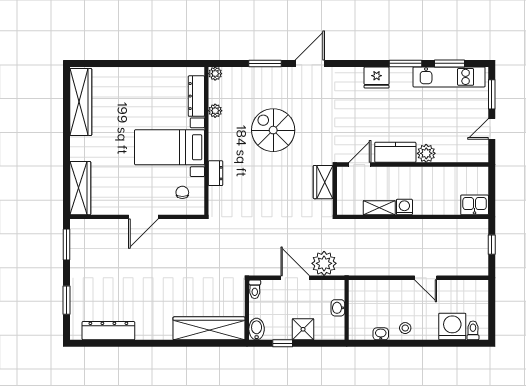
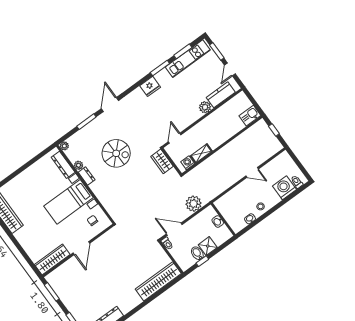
spiral stairs: (273, 130) -> (116, 153), turned 180
kitchen counter: (395, 152) -> (221, 95), moved
dresser: (215, 173) -> (87, 176), moved
wardrobe: (80, 188) -> (52, 259), moved, turned -90
washing machine: (404, 207) -> (188, 163), moved
door: (295, 278) -> (174, 229), moved
bidet: (257, 329) -> (197, 253), moved

